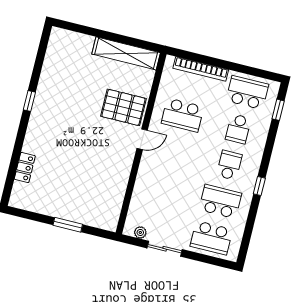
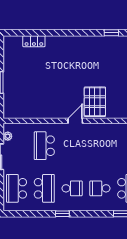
window: (29, 101) -> (111, 33), moved
school desk: (183, 115) -> (44, 146), moved
door: (142, 139) -> (75, 121), swing flipped

